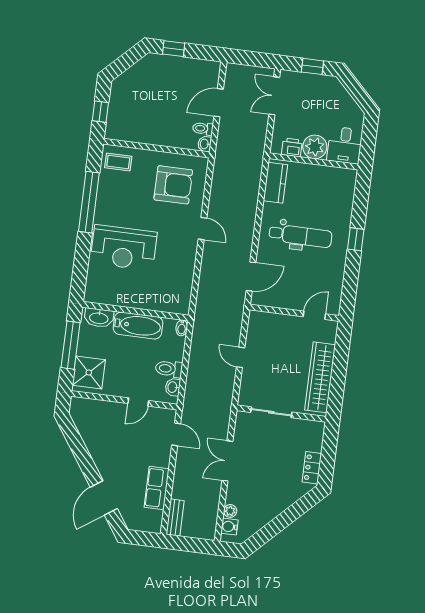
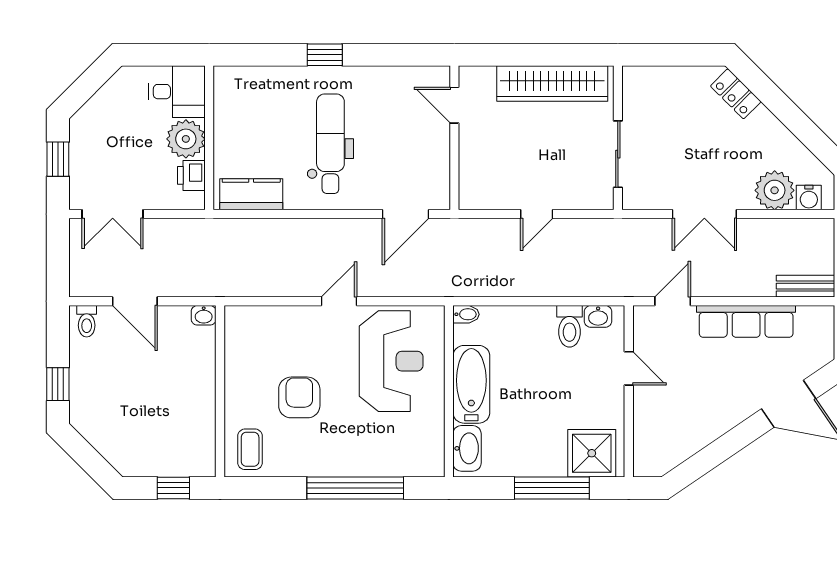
toilet: (203, 129) -> (87, 321), moved
armchair: (173, 185) -> (299, 397), moved, width x0.73, depth x0.73
window: (89, 202) -> (355, 488), moved
reception desk: (124, 248) -> (391, 361), moved
door: (251, 277) -> (406, 214), swing flipped
wall: (136, 311) -> (449, 391), moved
washbasin: (99, 318) -> (467, 448), moved
bathtub: (138, 326) -> (471, 384), moved
bidet: (182, 328) -> (466, 314), moved
locker: (312, 468) -> (736, 94), moved, turned 45
row of seats: (157, 488) -> (746, 321), width x1.48
plant: (230, 511) -> (775, 190), width x1.88, depth x1.88

